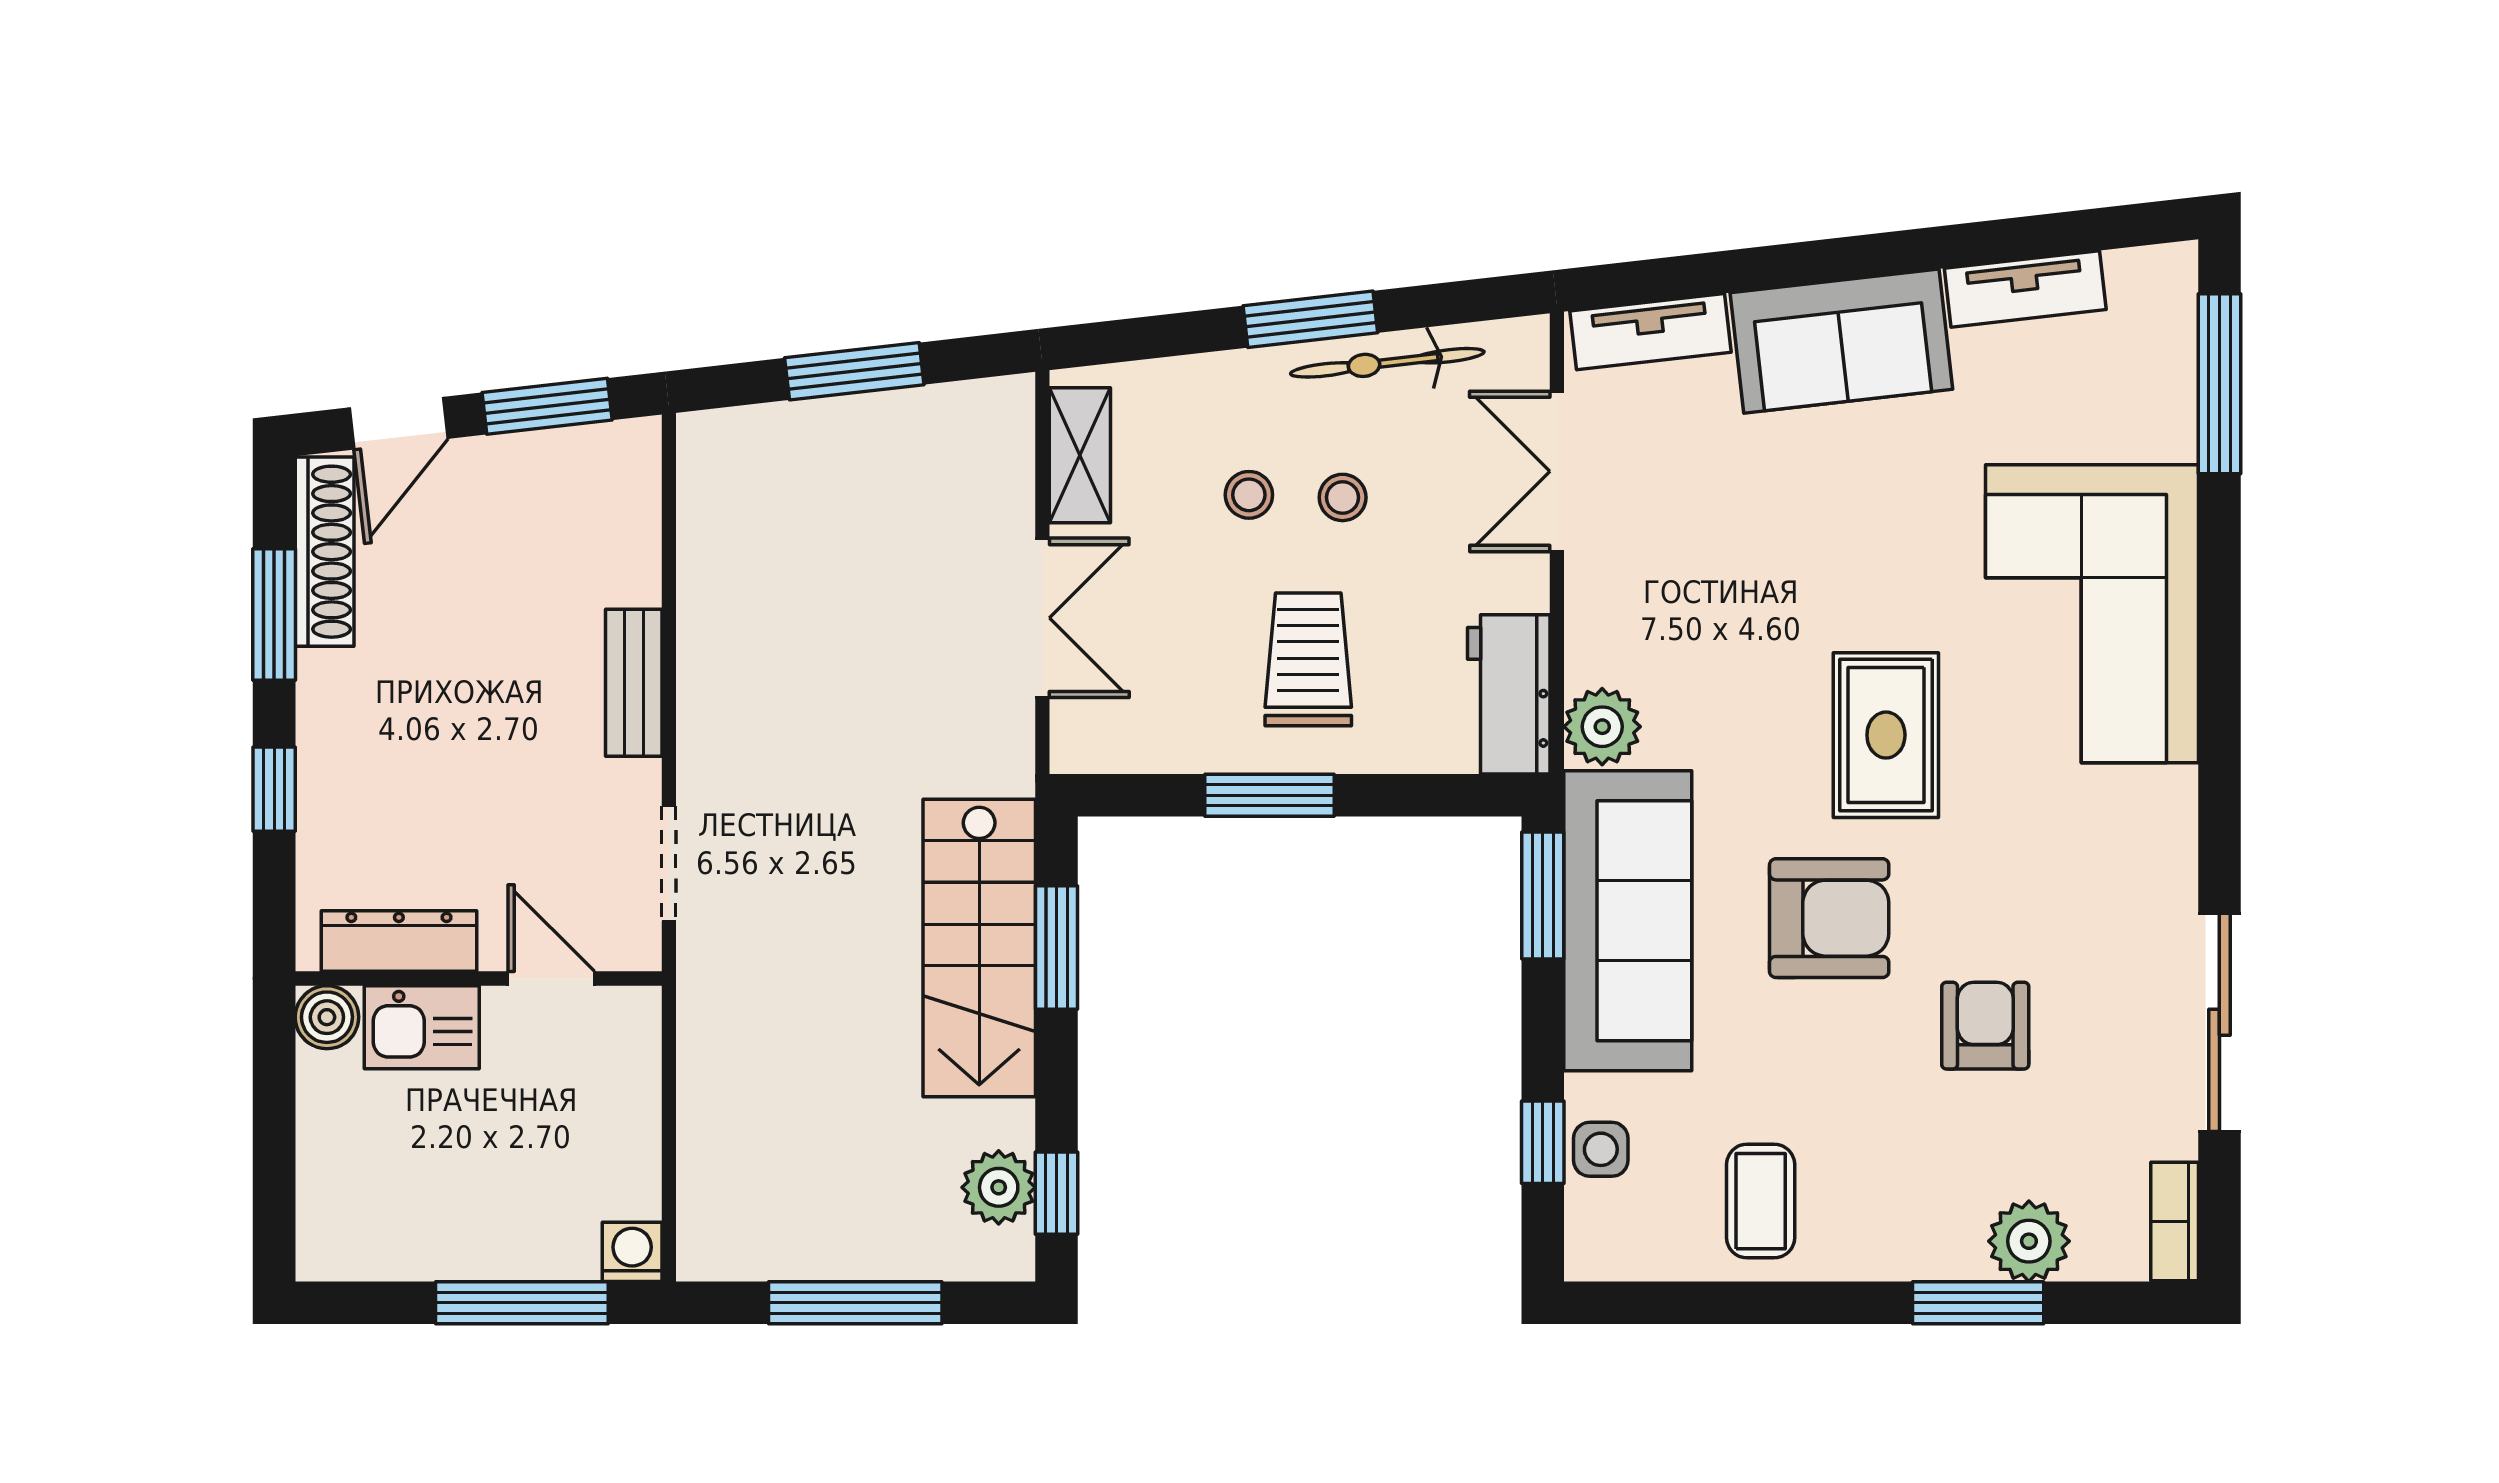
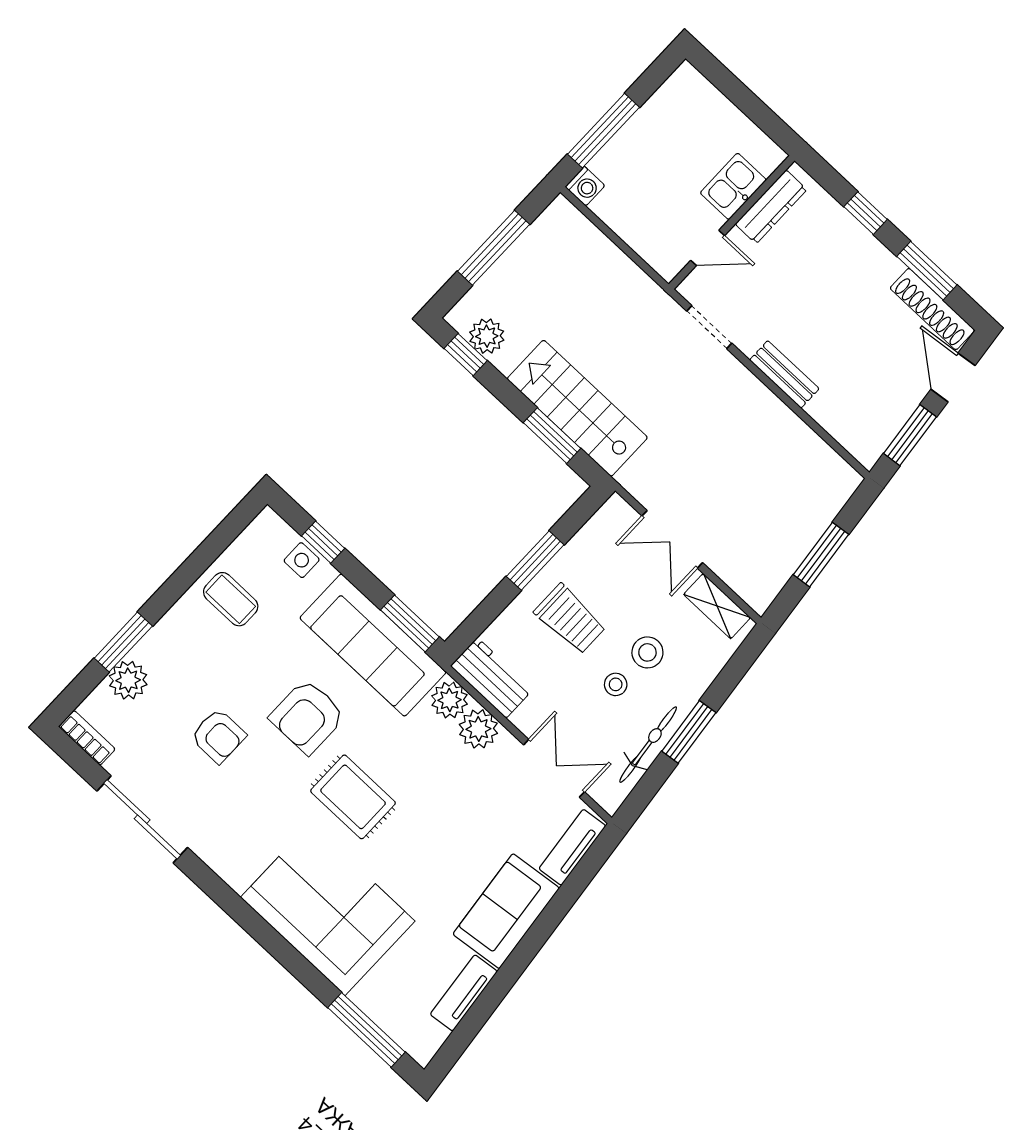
stool: (1249, 495) -> (647, 652), width x1.37, depth x1.37
plant: (1605, 642) -> (478, 729), added
boiler: (327, 1017) -> (768, 156), removed

